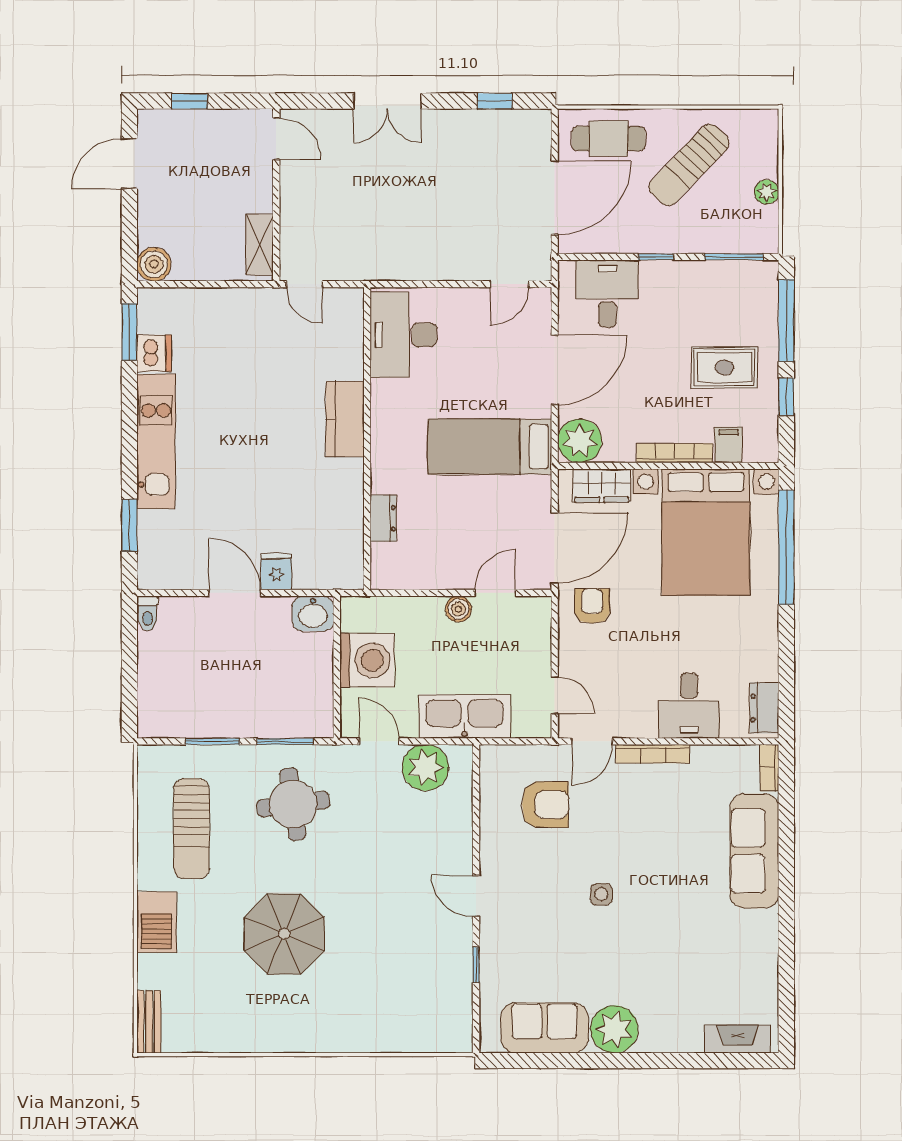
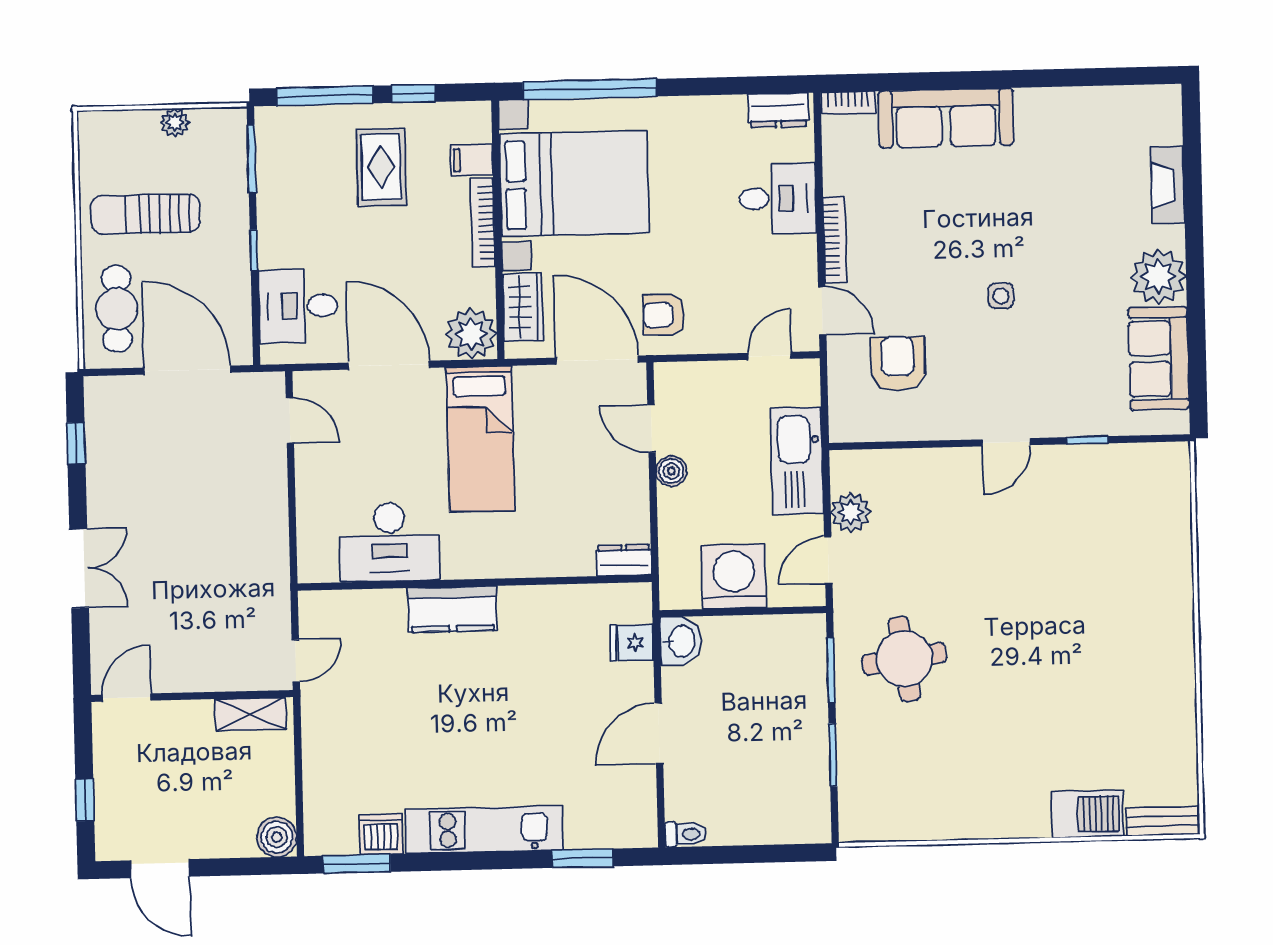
sun lounger: (689, 165) -> (145, 214), turned 136
desk: (403, 335) -> (390, 542), moved
dresser: (383, 518) -> (624, 560), moved
fridge: (276, 572) -> (632, 643), moved
plant: (425, 768) -> (851, 513), width x0.73, depth x0.73
sun lounger: (191, 829) -> (936, 777), removed
barbecue: (157, 922) -> (1088, 814), moved
parasol: (284, 934) -> (1056, 666), removed
fireplace: (737, 1039) -> (1168, 185), moved

